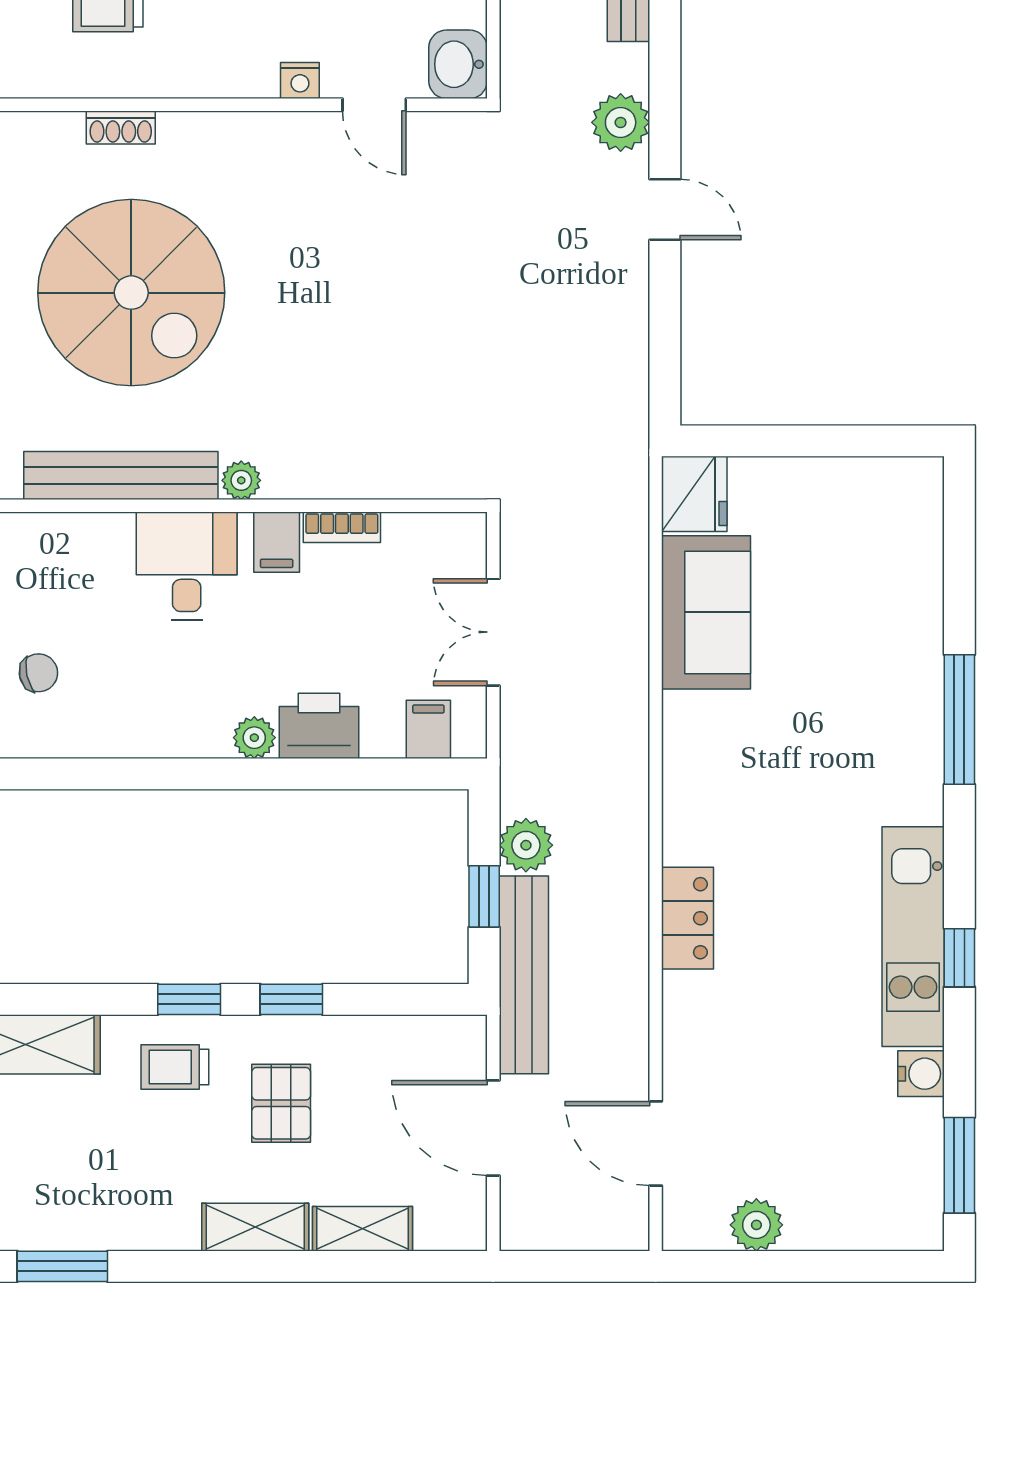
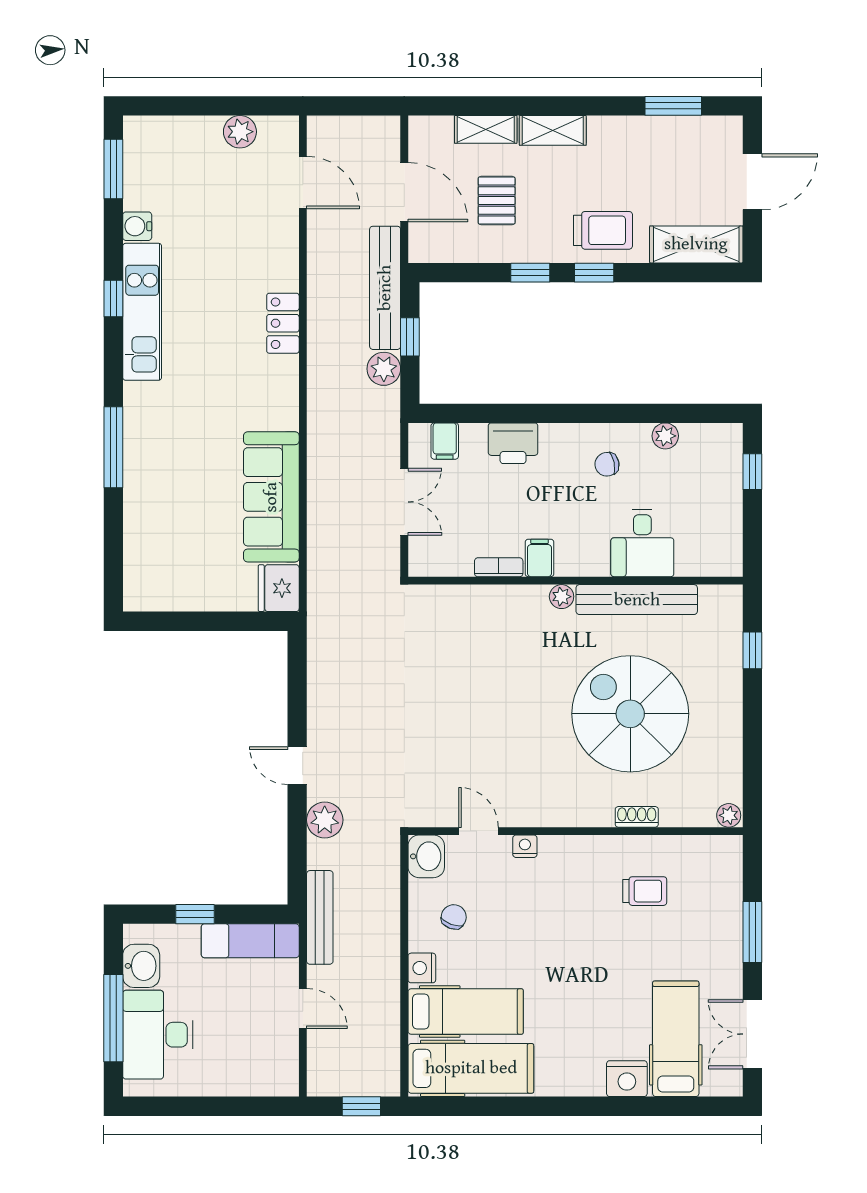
desk: (187, 566) -> (642, 543), moved
sofa: (706, 612) -> (271, 497), width x1.36
chair: (38, 673) -> (607, 464), moved
plant: (254, 738) -> (665, 436), moved
trolley: (175, 1067) -> (603, 230), width x1.36, depth x1.39
pallet: (281, 1103) -> (497, 201), moved

